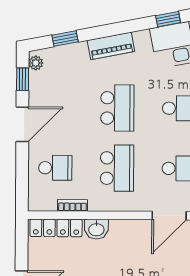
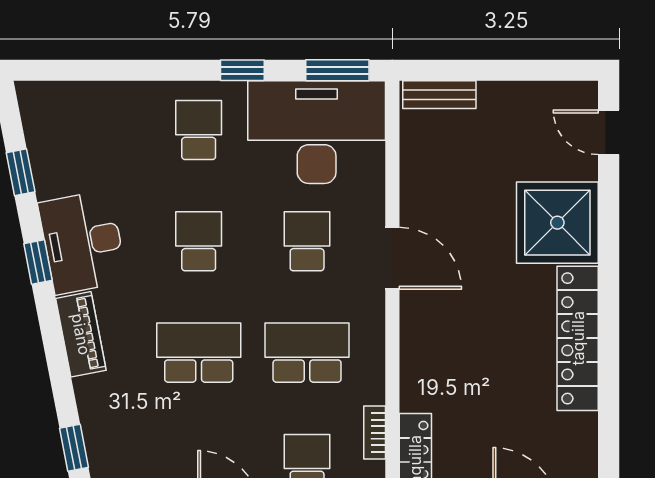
piano: (111, 46) -> (81, 334), moved
washbasin: (96, 229) -> (417, 389), removed

